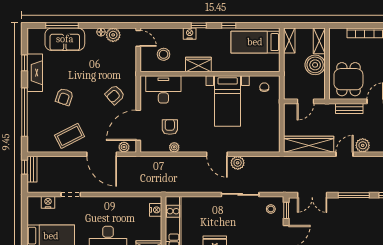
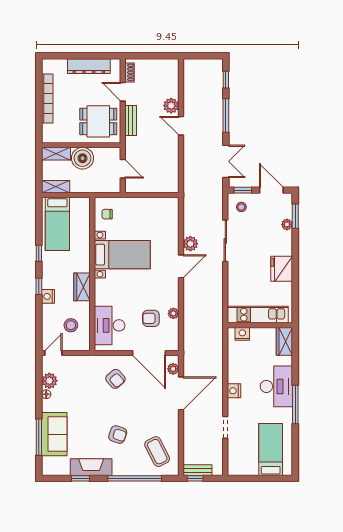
coffee table: (70, 136) -> (157, 452), moved
wardrobe: (309, 144) -> (170, 165), removed
nightstand: (48, 202) -> (234, 391), moved

